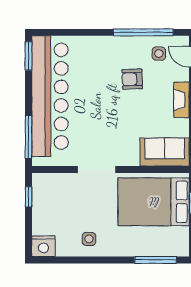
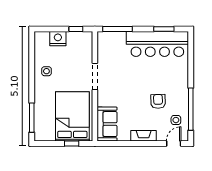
window: (29, 56) -> (164, 29), moved
bar counter: (50, 96) -> (157, 44), width x0.73
nightstand: (43, 246) -> (58, 39), moved, turned 90

